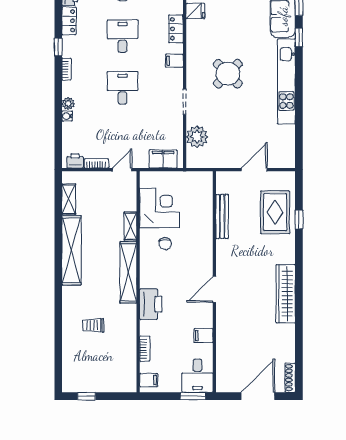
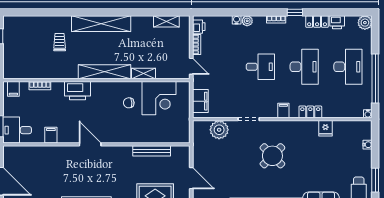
desk: (123, 36) -> (304, 67), width x1.37
shelving: (72, 250) -> (101, 24), moved

